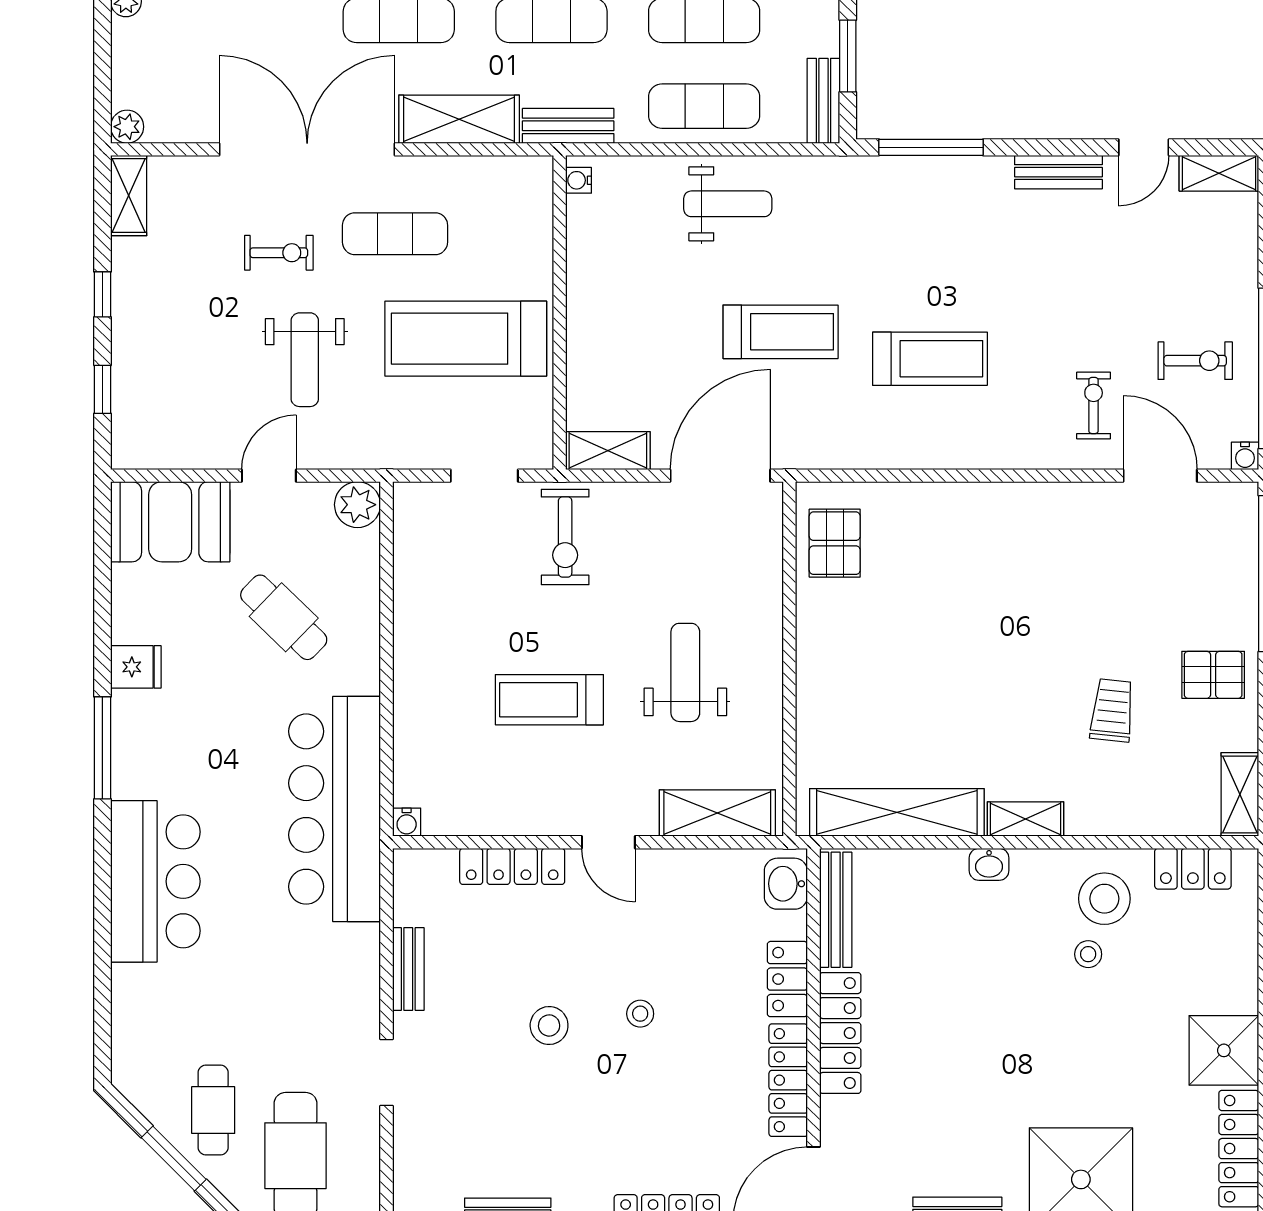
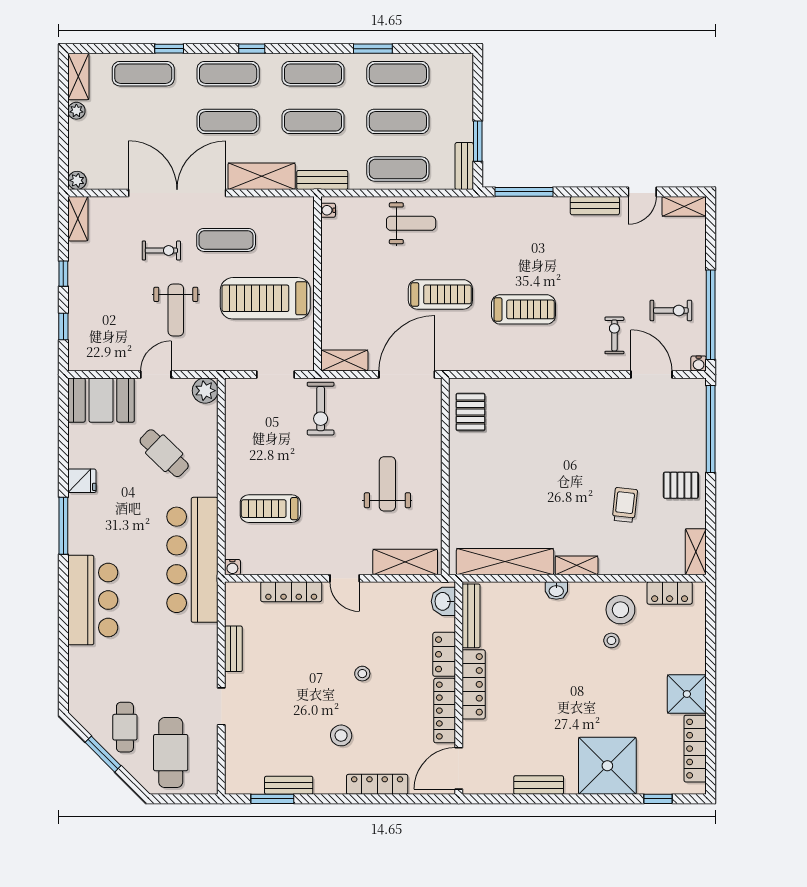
treadmill: (549, 700) -> (270, 509), moved
stool: (549, 1025) -> (341, 735), moved

